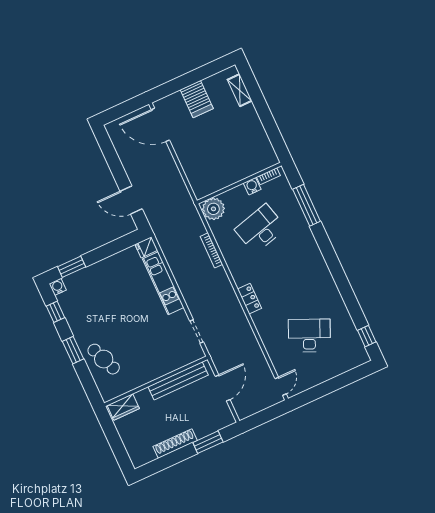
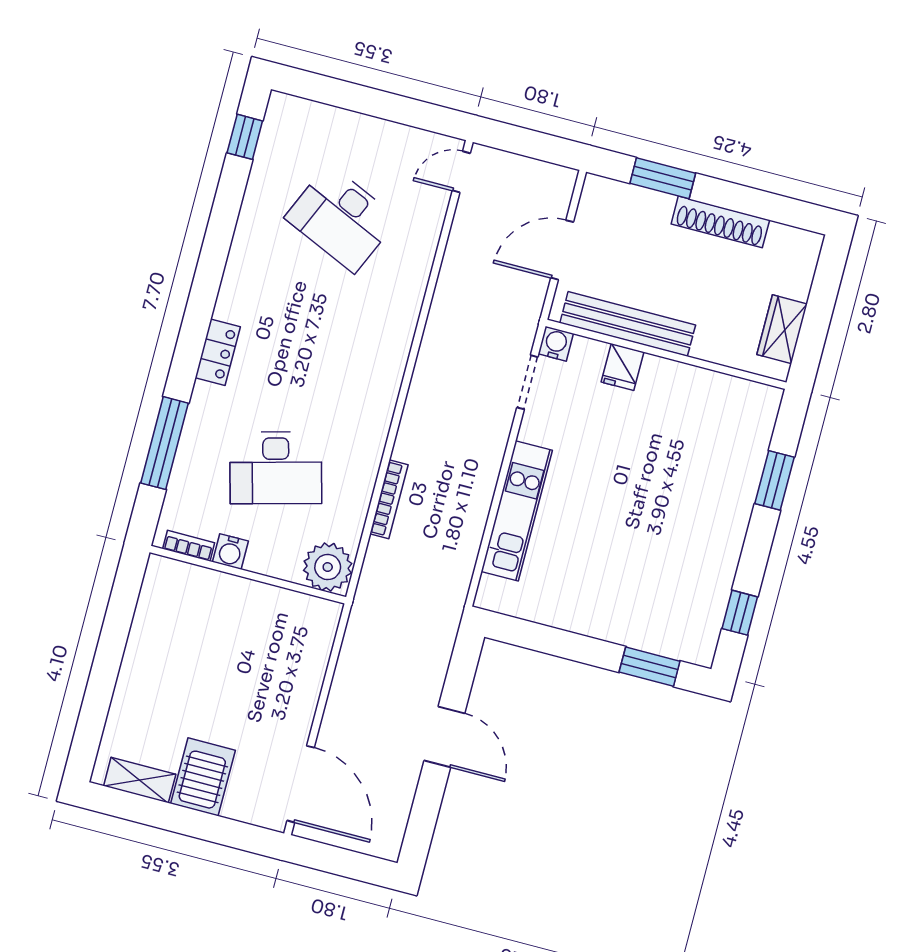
shelving: (240, 90) -> (140, 780), moved, turned 90
door: (131, 200) -> (444, 737), moved
fridge: (146, 247) -> (622, 367), moved, turned 90
water cooler: (58, 287) -> (556, 344), moved, turned 180
locker: (250, 299) -> (218, 352), moved, turned 180
window: (73, 350) -> (774, 480), moved
cafe table: (104, 359) -> (724, 465), removed
wardrobe: (123, 407) -> (782, 329), moved, turned -90

